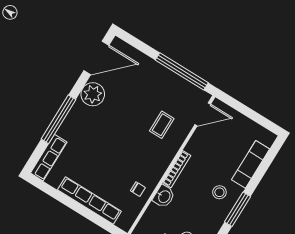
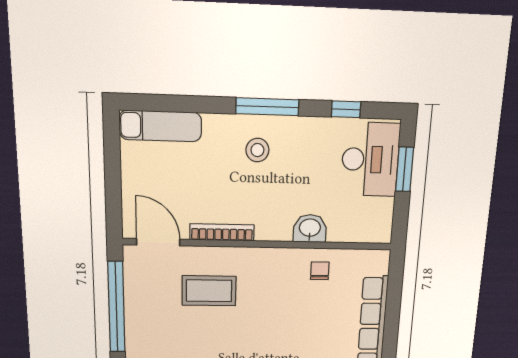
coffee table: (162, 125) -> (209, 291), width x1.36, depth x1.30
exam couch: (251, 164) -> (160, 126), moved
bookcase: (177, 169) -> (222, 232), moved

